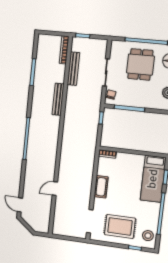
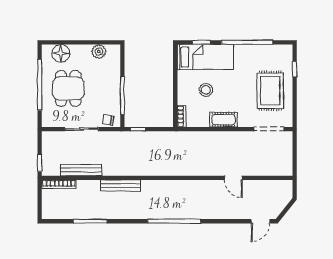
dining table: (140, 65) -> (68, 88), turned 90
stool: (148, 236) -> (206, 90), moved

